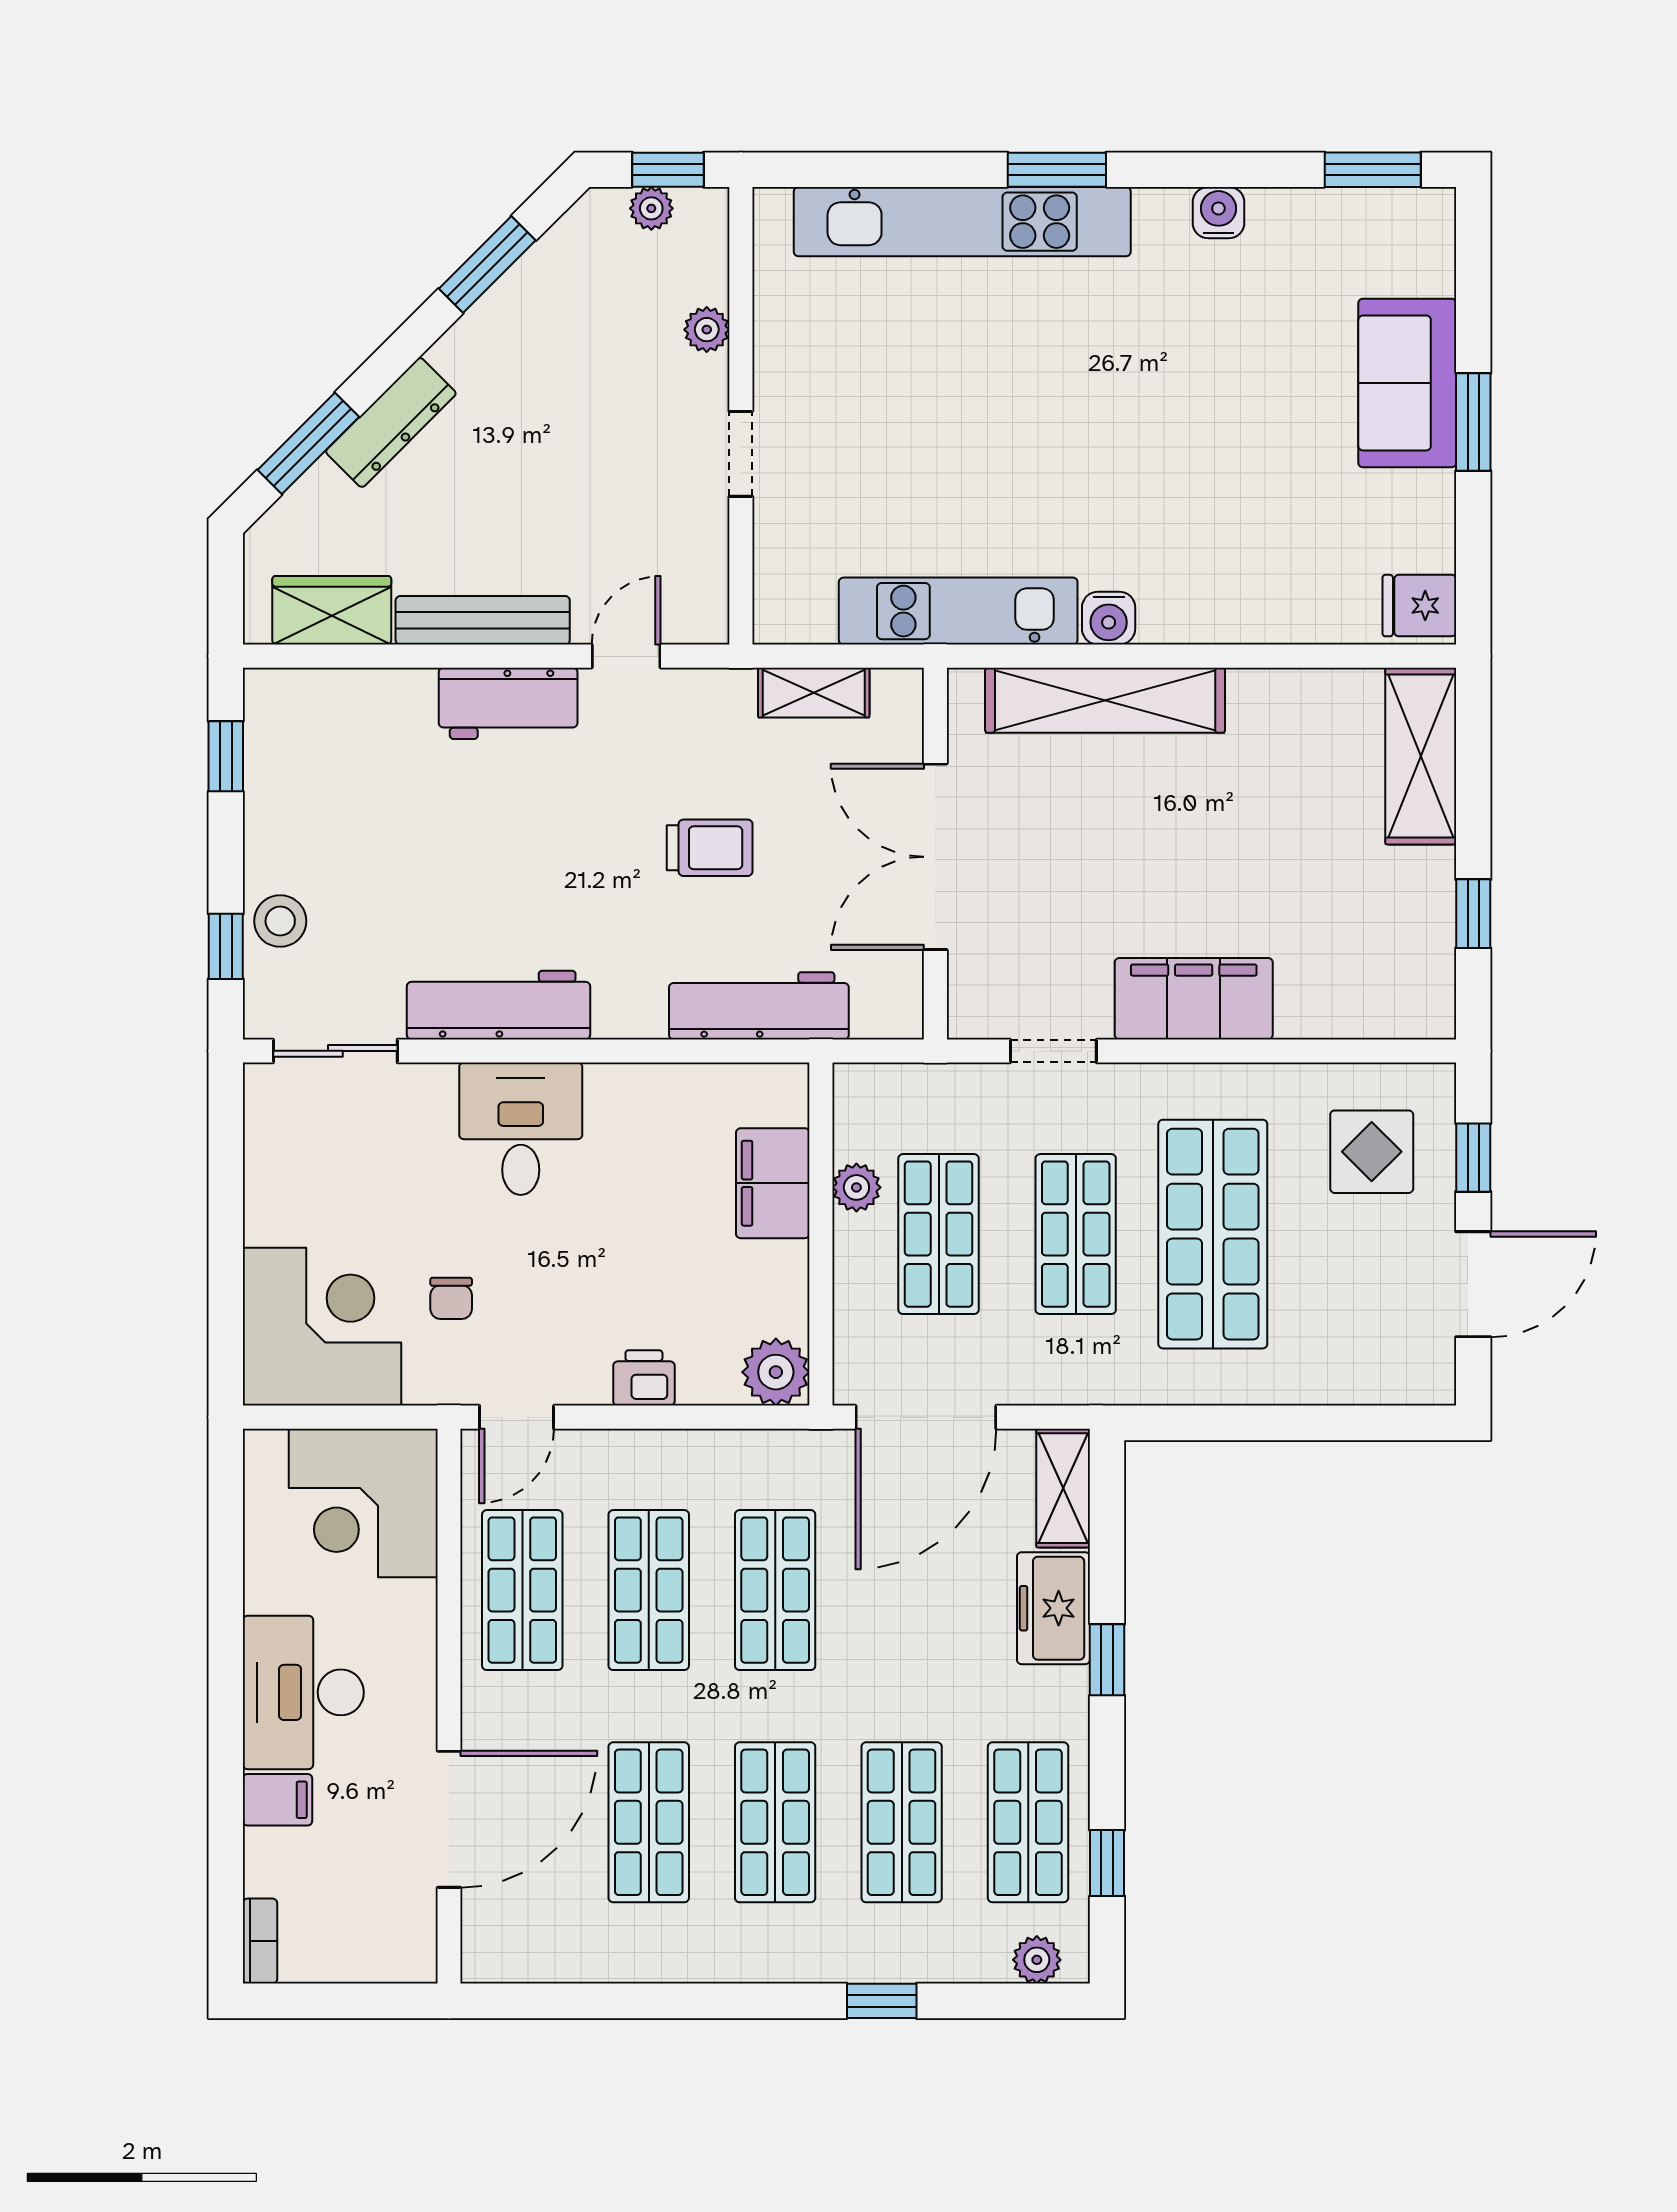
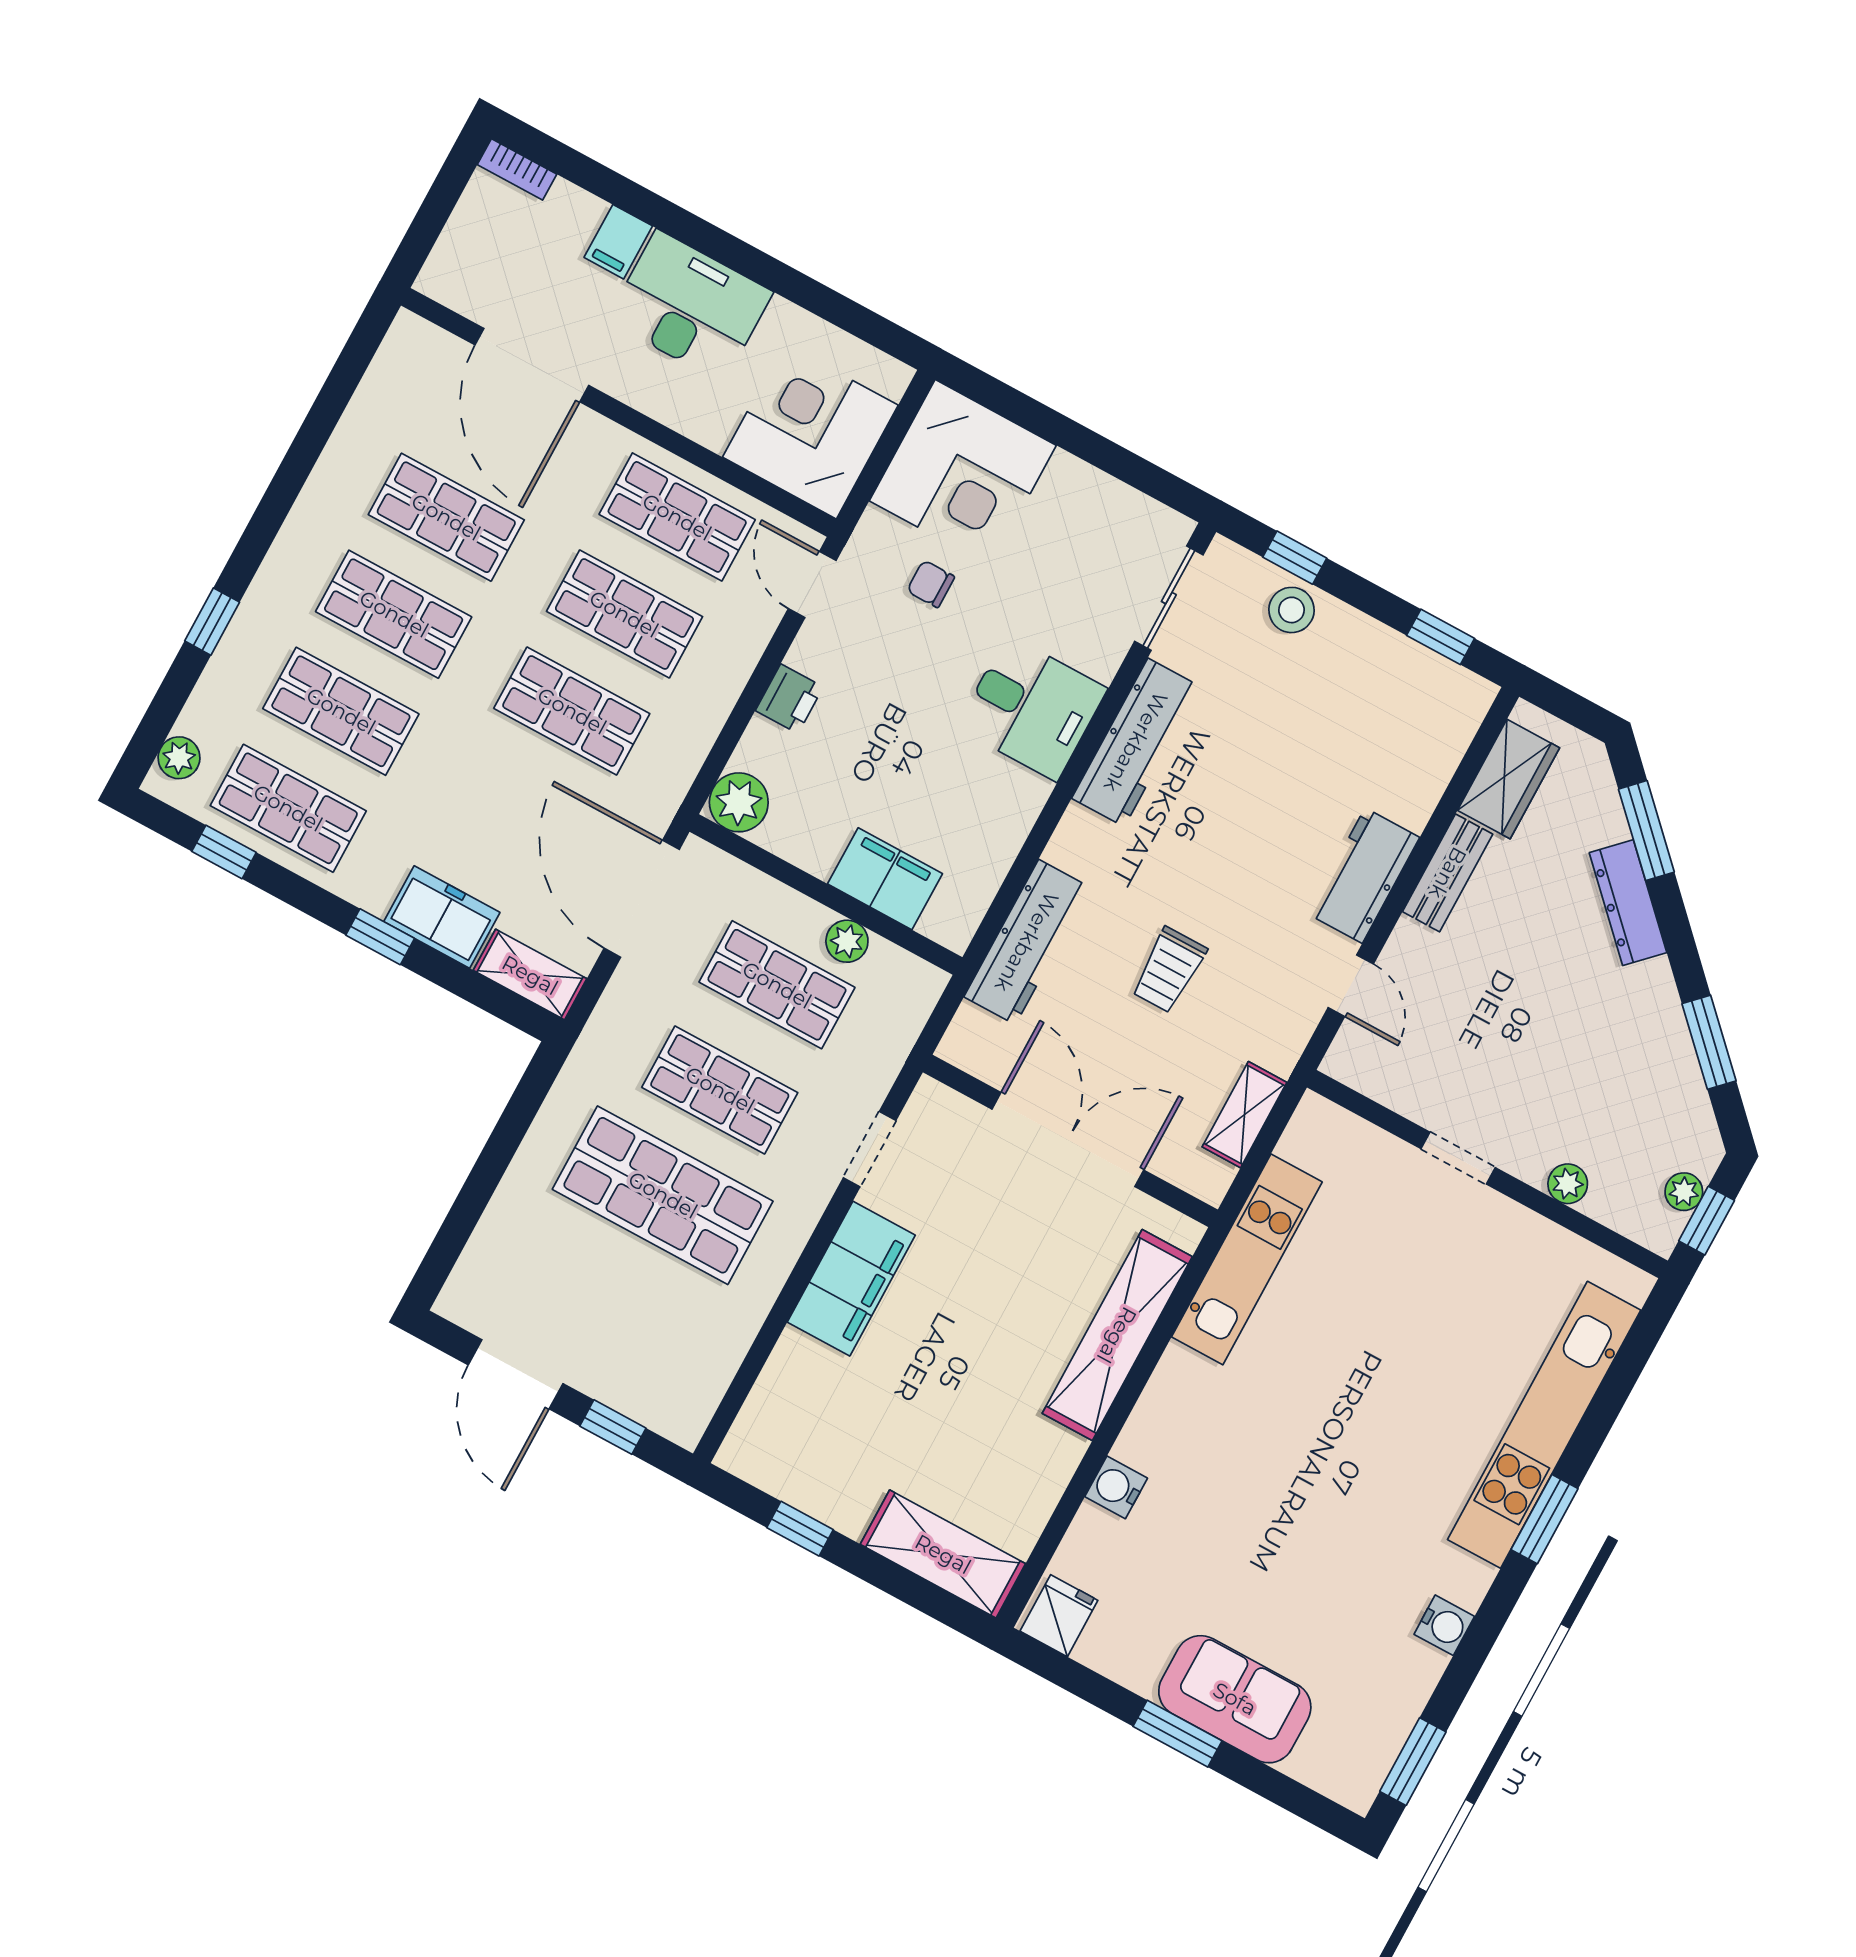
water cooler: (1109, 618) -> (1116, 1487), moved
bench: (483, 620) -> (1448, 873), width x0.73
display table: (1372, 1152) -> (660, 1352), removed

